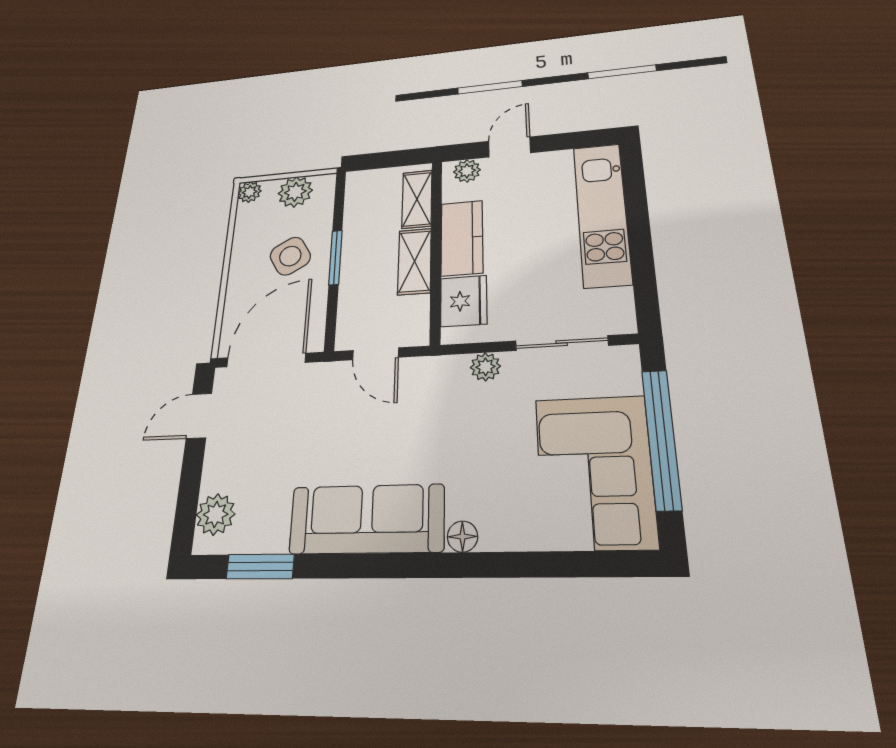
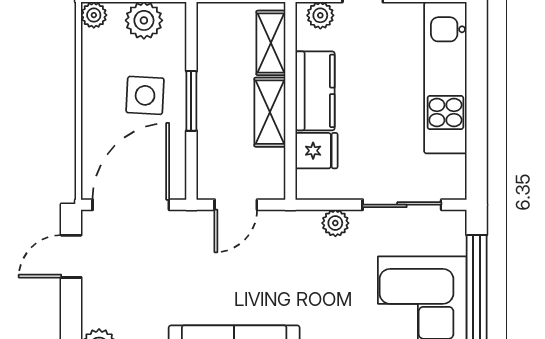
side table: (290, 256) -> (145, 95), turned 33
fridge: (464, 301) -> (316, 151), width x0.72
door: (376, 354) -> (236, 205), hinge flipped

